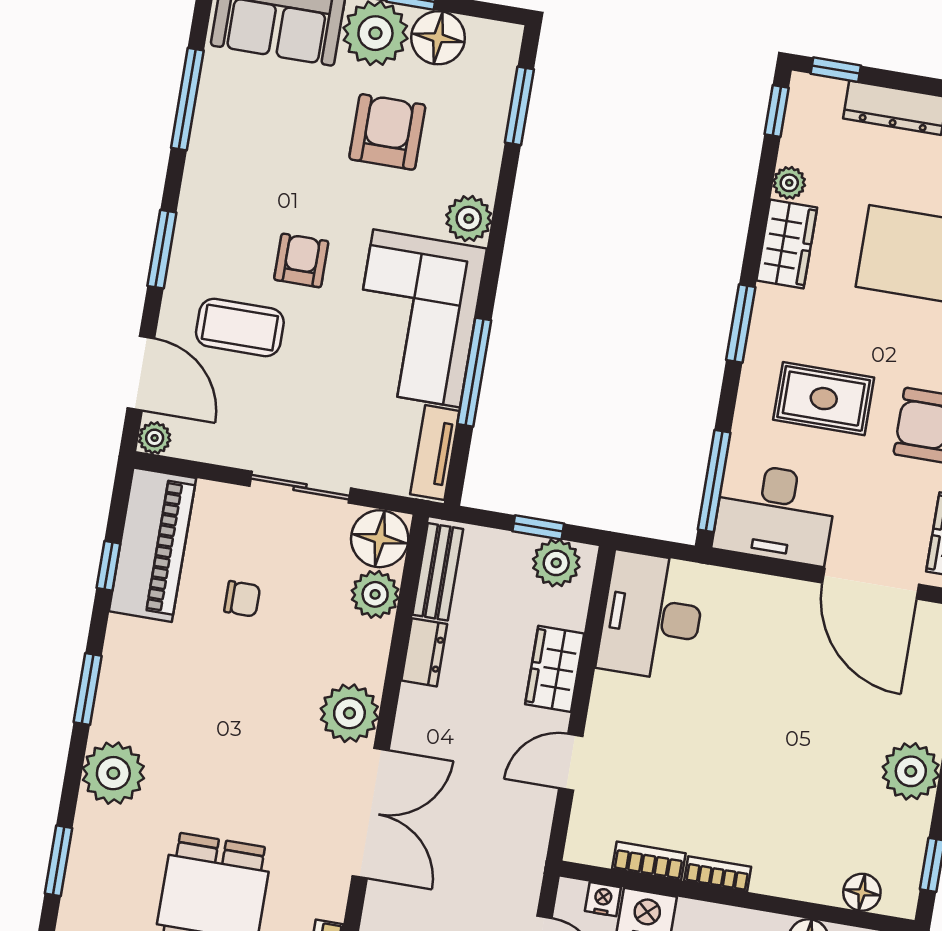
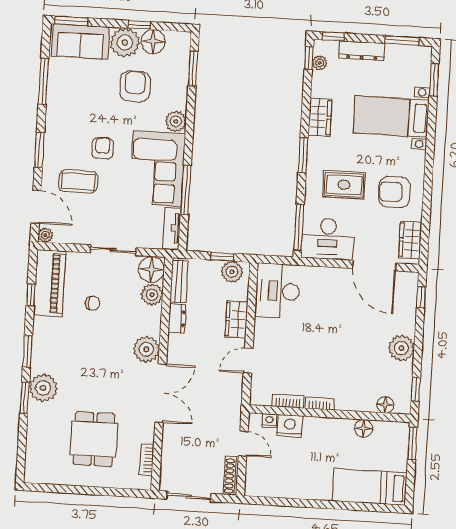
plant: (789, 183) -> (320, 63), moved
window: (59, 861) -> (25, 398), moved

